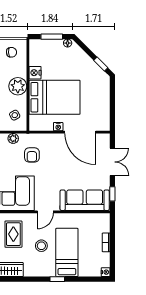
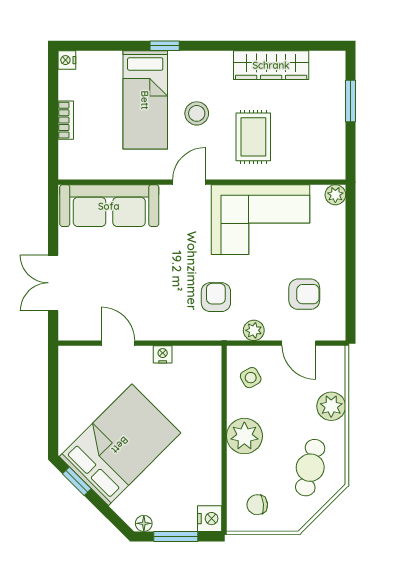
nightstand: (35, 73) -> (210, 519), moved
bed: (54, 97) -> (120, 445), moved, turned 135
door: (80, 132) -> (118, 343), width x0.53
window: (112, 194) -> (53, 218), removed

